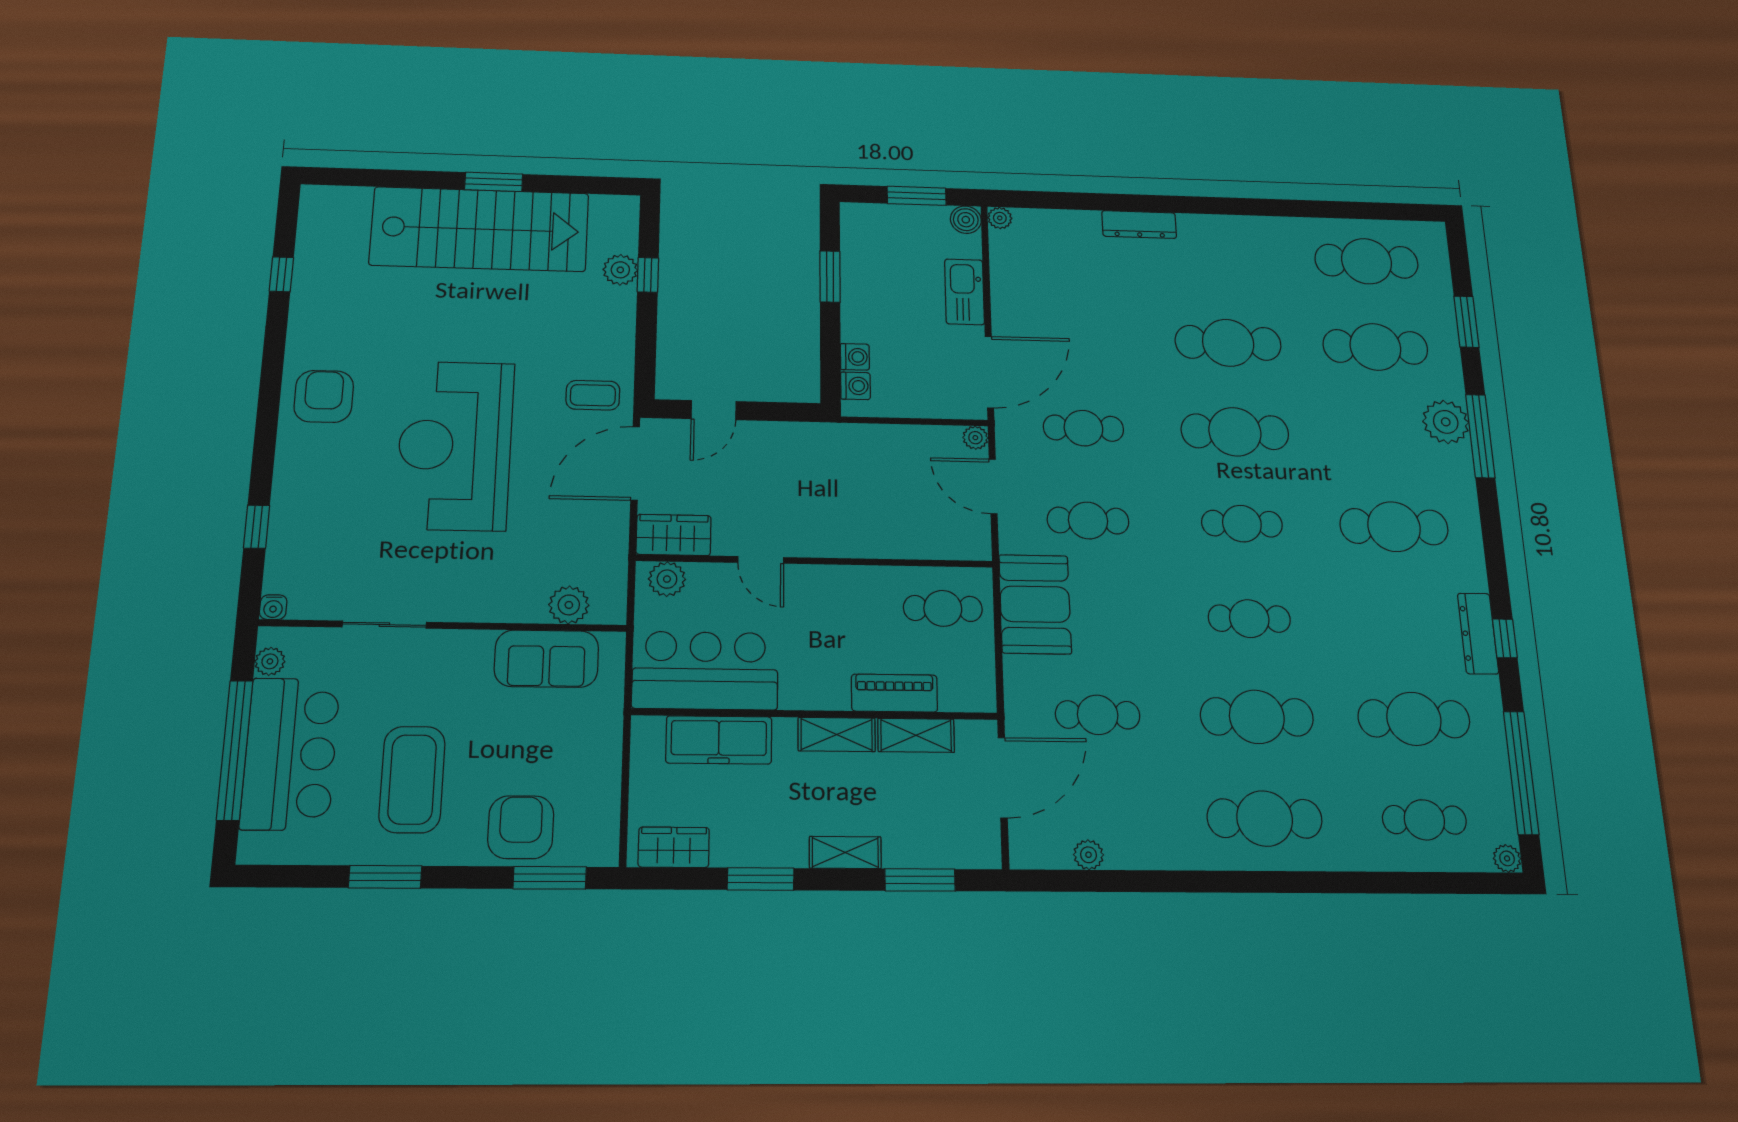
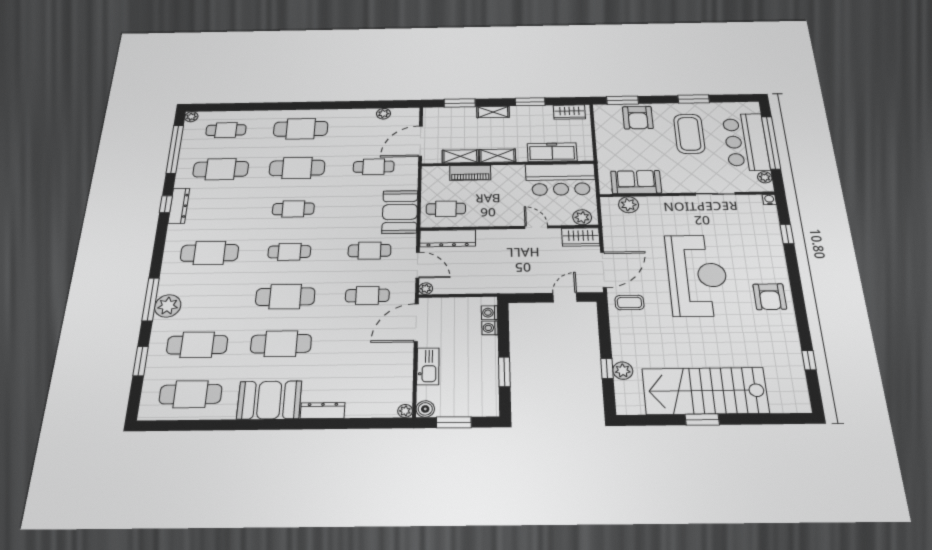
booth: (1232, 246) -> (269, 400), added
dresser: (937, 542) -> (448, 238), added

